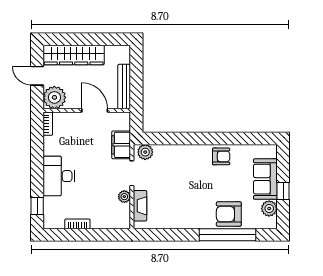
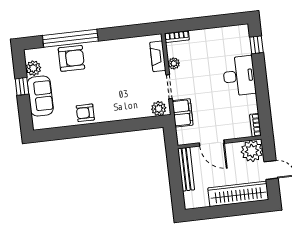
bookcase: (77, 224) -> (177, 37), moved

